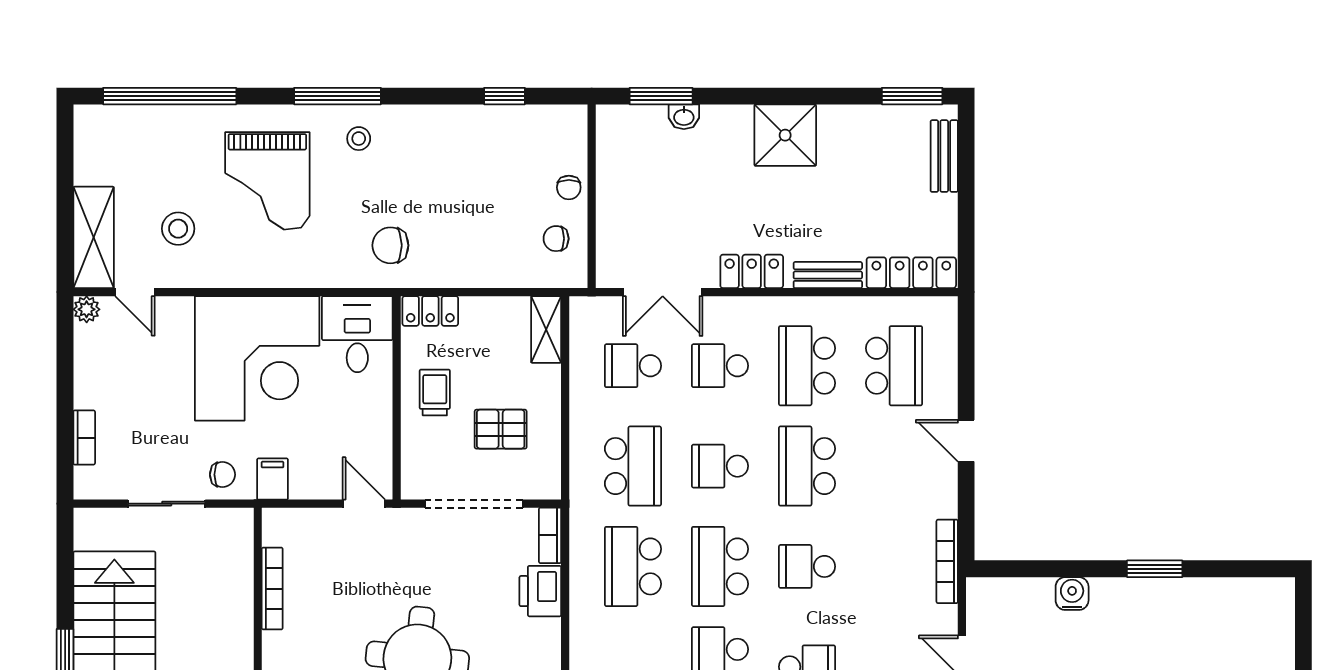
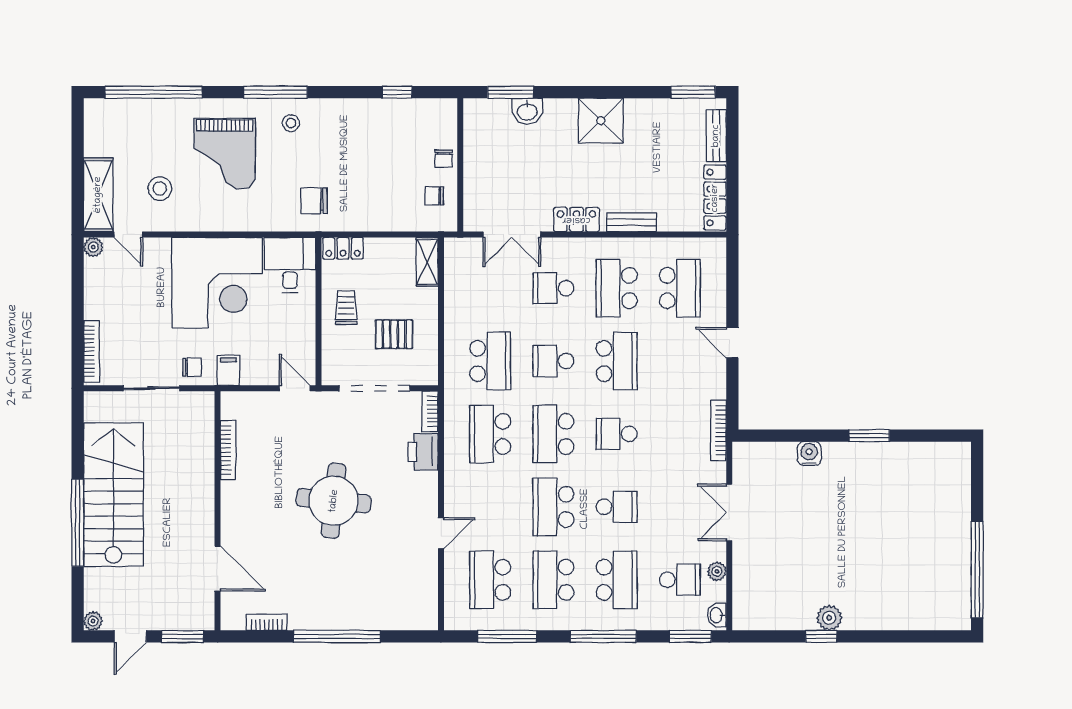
washbasin: (684, 117) -> (527, 111), width x1.38, depth x1.45
locker: (911, 273) -> (715, 198), moved, turned -90
school desk: (633, 366) -> (490, 288), removed
bookcase: (84, 438) -> (91, 351), width x1.56
school desk: (807, 466) -> (617, 361), turned 180

